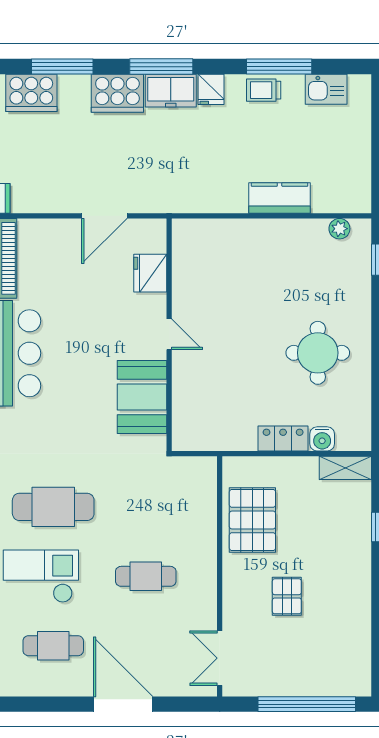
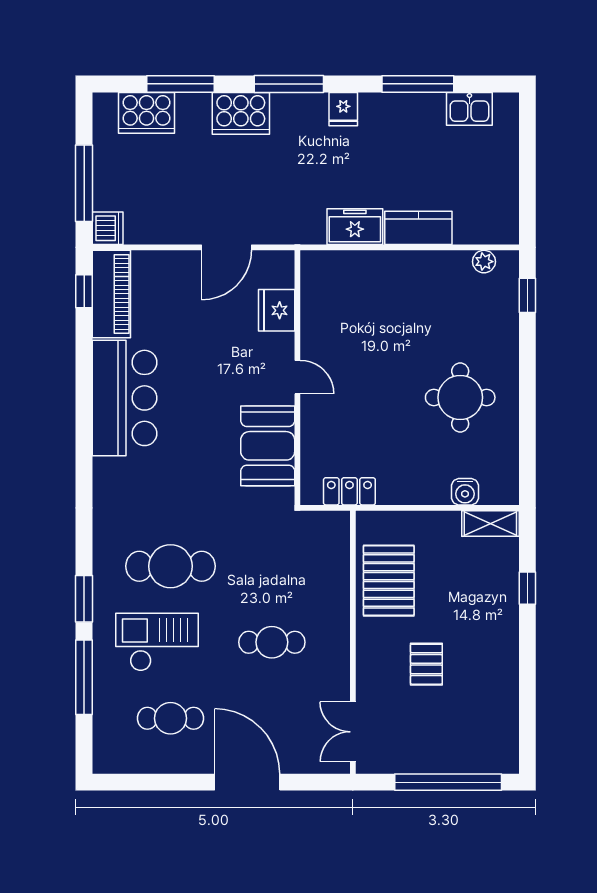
trolley: (264, 90) -> (401, 110), removed
freezer: (171, 91) -> (355, 227), moved, turned 180
locker: (283, 439) -> (349, 491), moved

